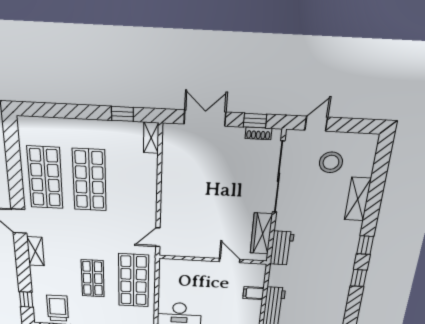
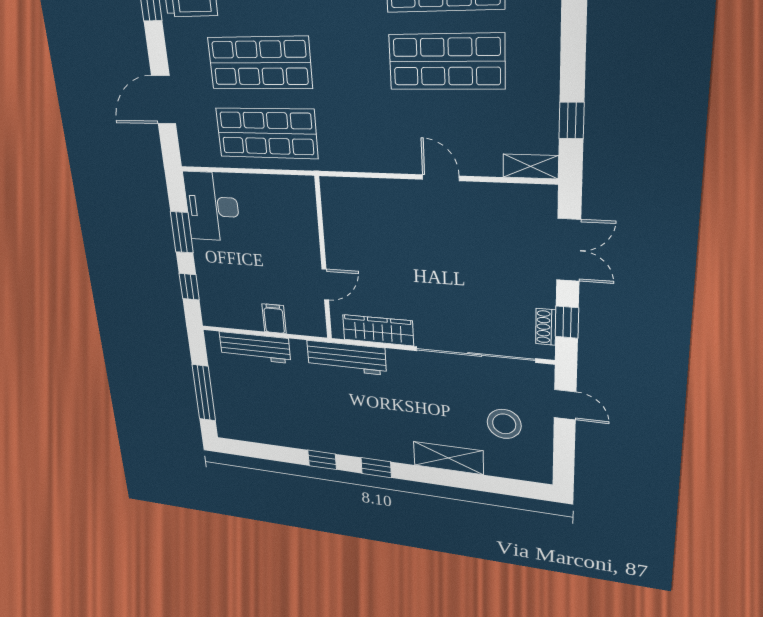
door: (158, 237) -> (441, 178), moved
workbench: (282, 248) -> (346, 358), width x1.38
shop shelf: (93, 278) -> (260, 63), width x1.43, depth x1.36

